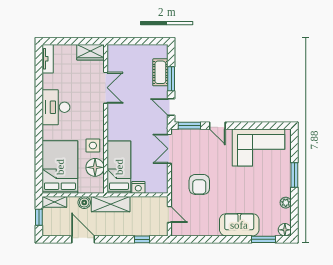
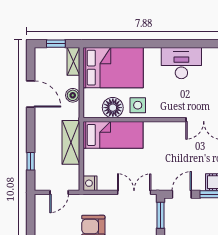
nightstand: (138, 187) -> (90, 183), moved
shelving: (111, 204) -> (71, 142), moved
door: (83, 239) -> (31, 94), hinge flipped

